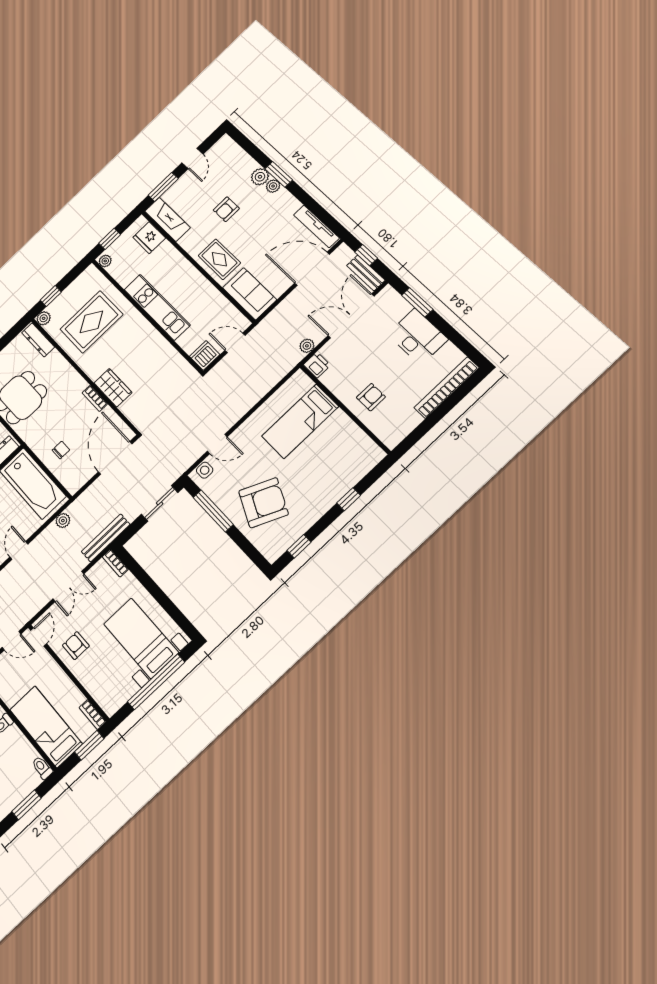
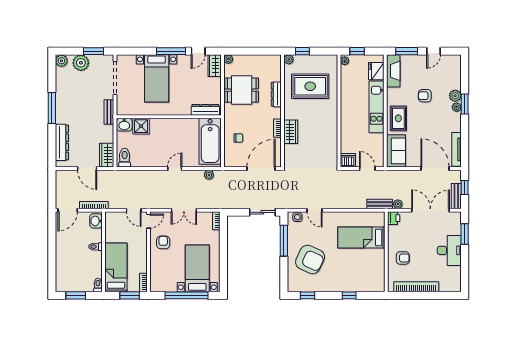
kitchen unit: (157, 307) -> (376, 107), moved, turned 180
dresser: (38, 340) -> (276, 94), moved
bookcase: (446, 388) -> (416, 287), moved
bench: (106, 538) -> (380, 204), moved, width x0.73

